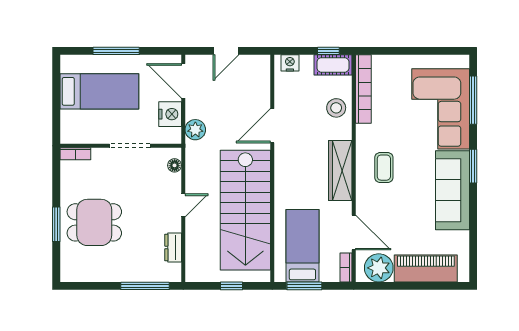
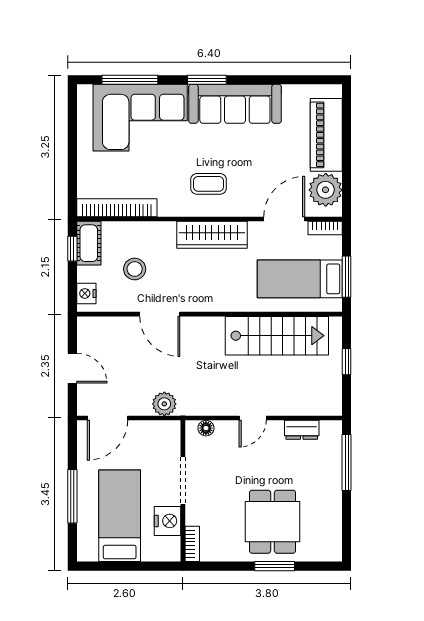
stool: (336, 108) -> (135, 269), moved
nightstand: (170, 114) -> (168, 521), moved, turned 90
door: (183, 205) -> (253, 418), swing flipped
stairs: (245, 210) -> (277, 336), width x0.73, depth x0.66

